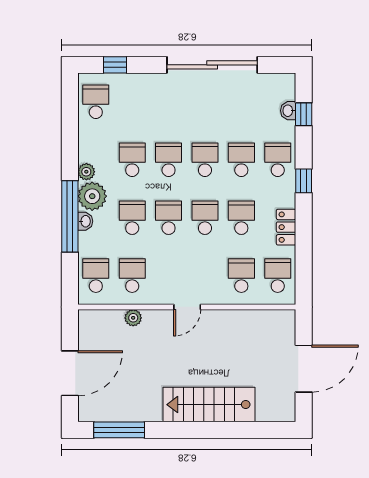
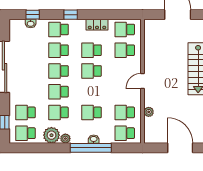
plant: (92, 196) -> (51, 135), moved
school desk: (169, 218) -> (26, 112), moved
door: (187, 307) -> (142, 81), swing flipped

